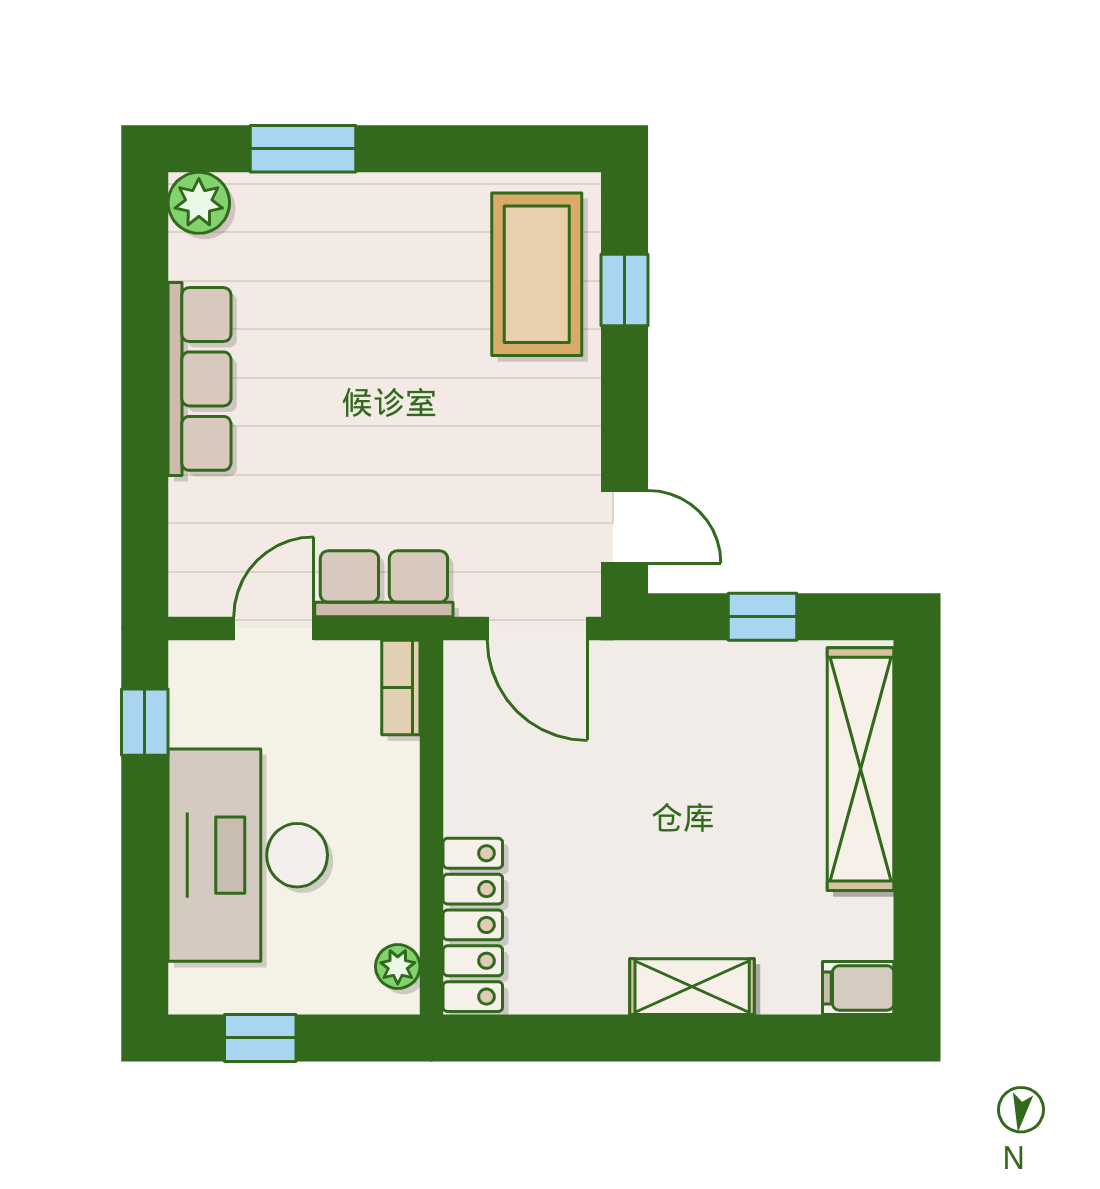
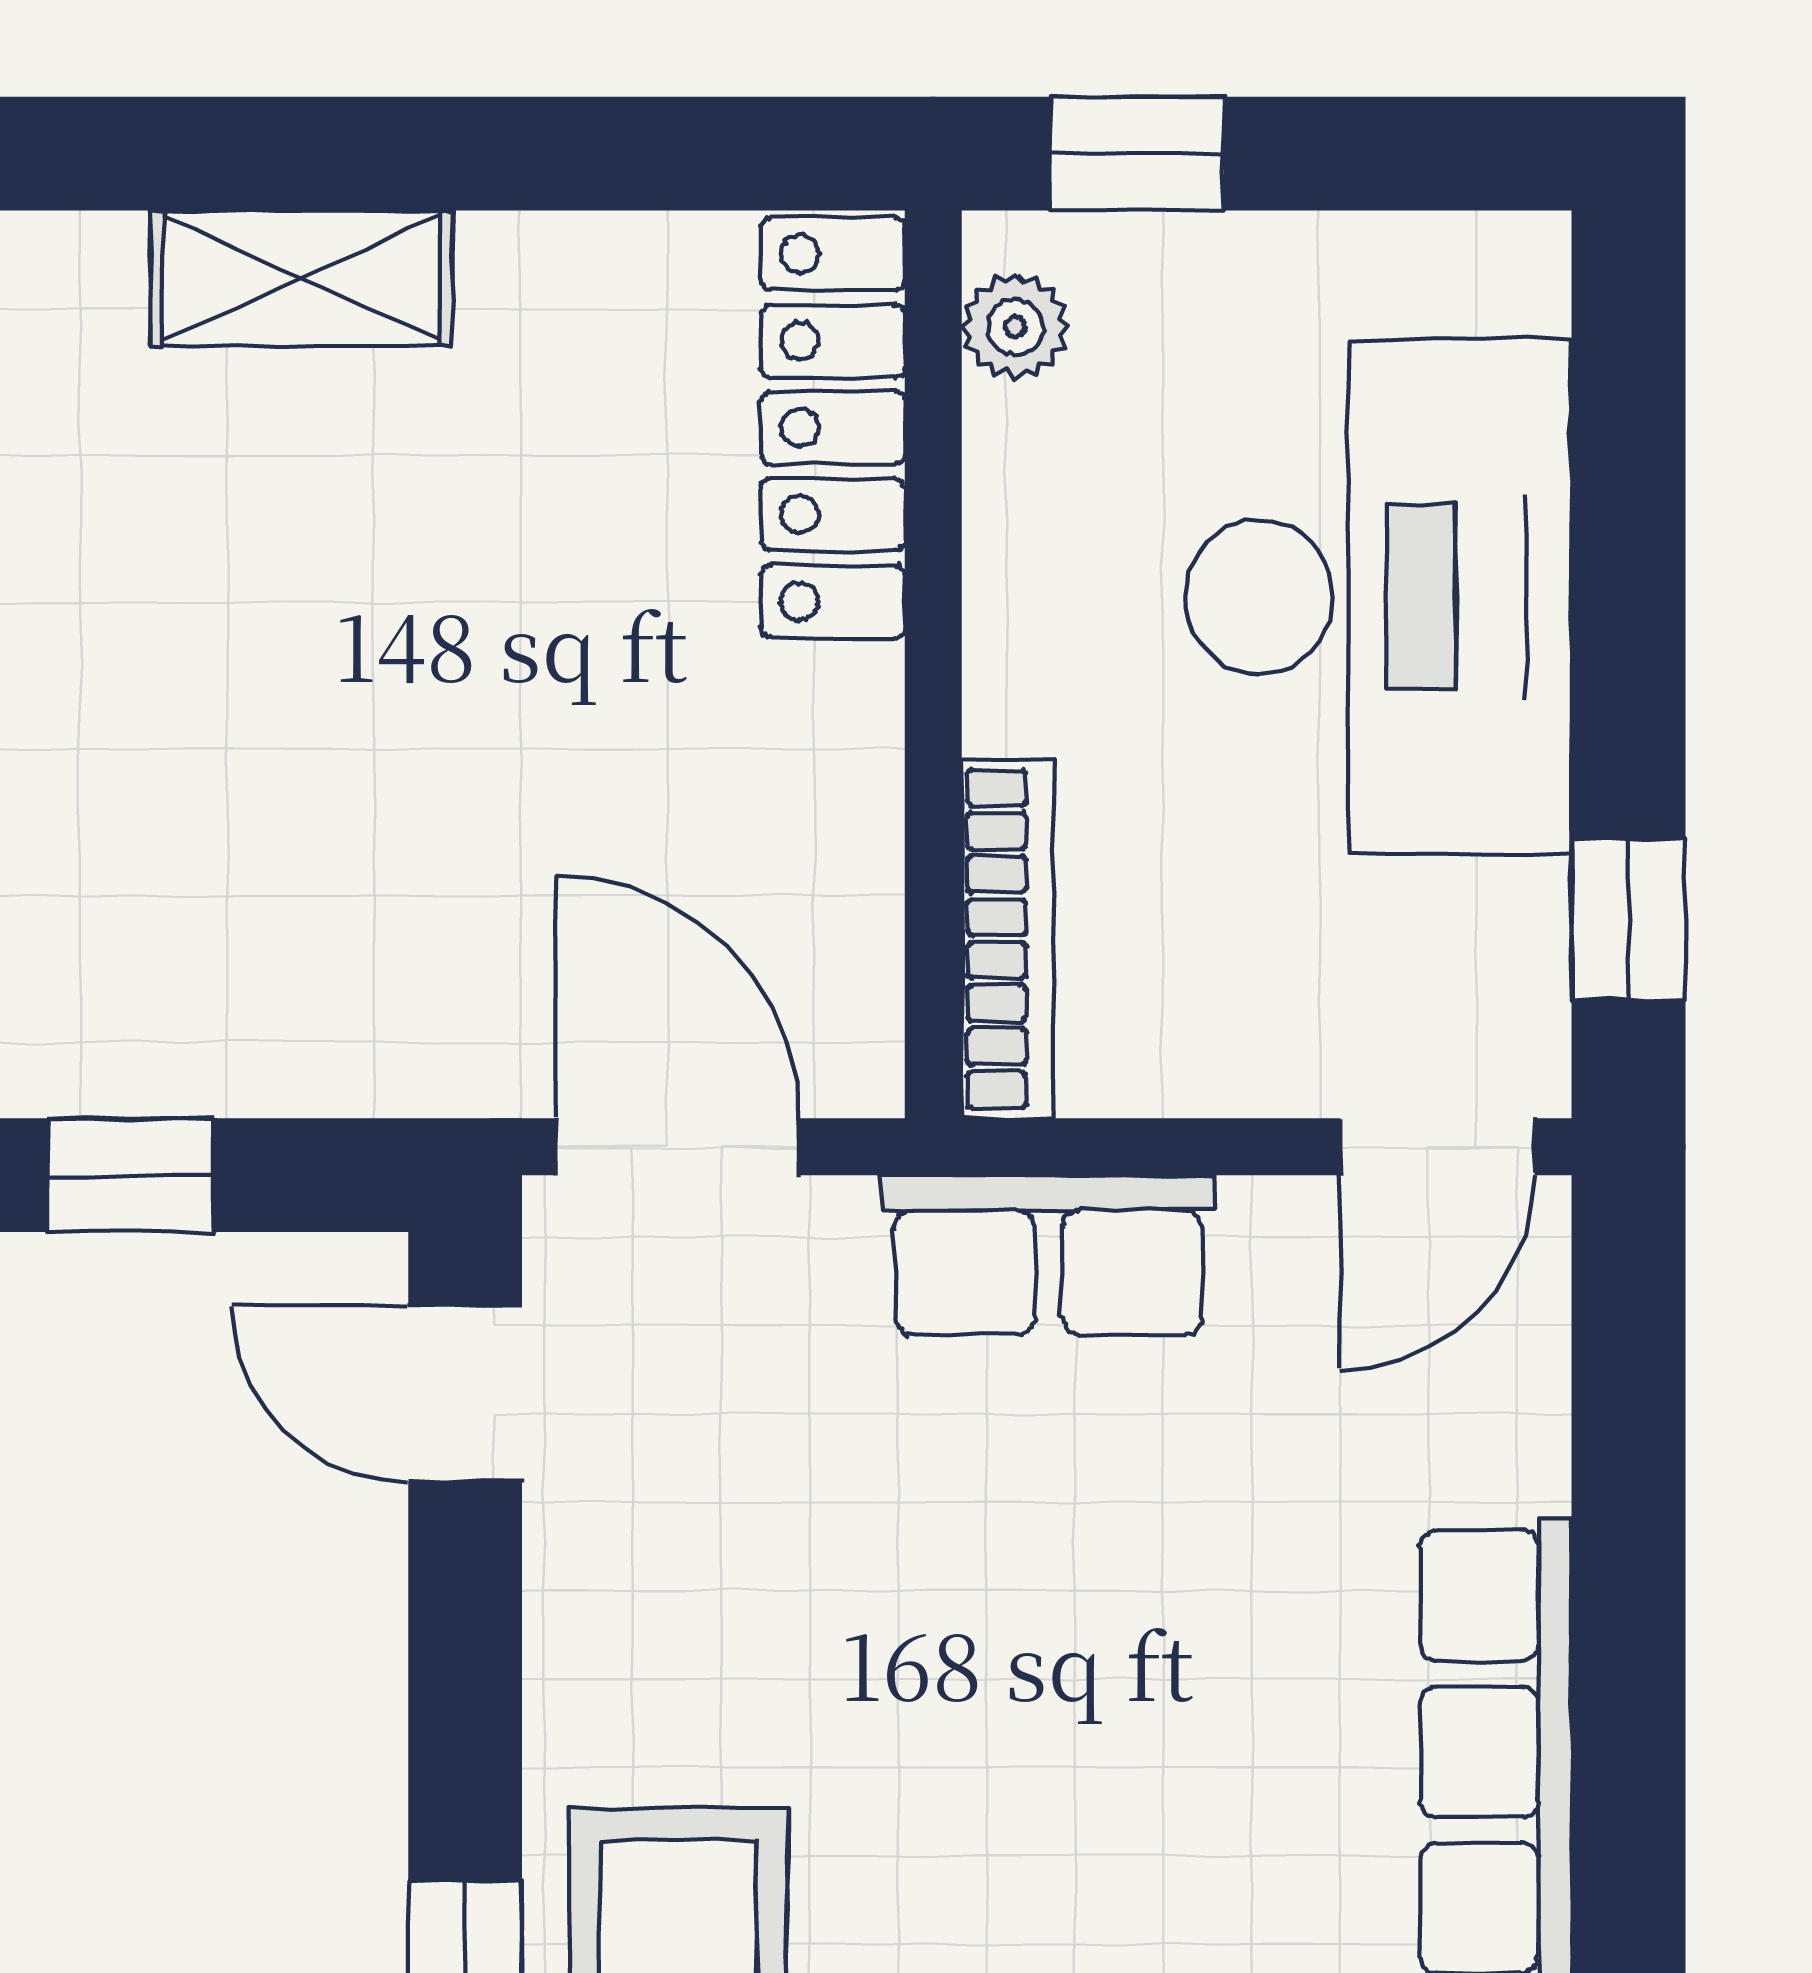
door: (274, 628) -> (1438, 1147), moved
bookcase: (401, 688) -> (1008, 939), width x1.56
window: (260, 1038) -> (1137, 154), moved

